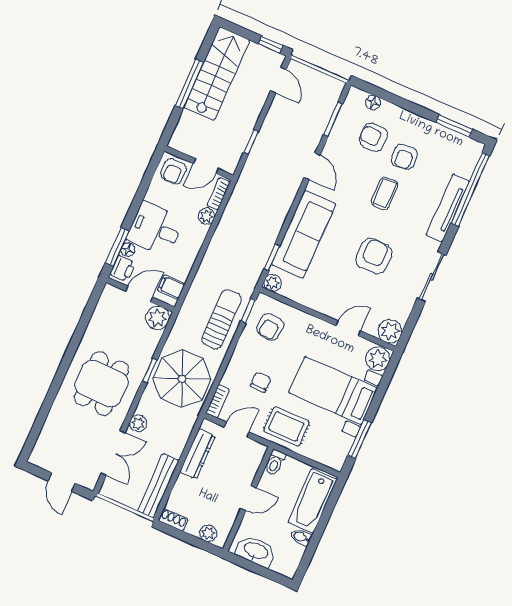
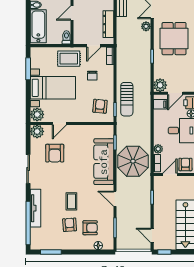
armchair: (374, 256) -> (55, 153), moved
plant: (273, 283) -> (109, 130), removed
parasol: (182, 379) -> (133, 161), moved

